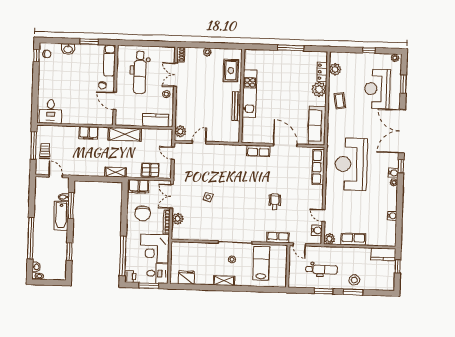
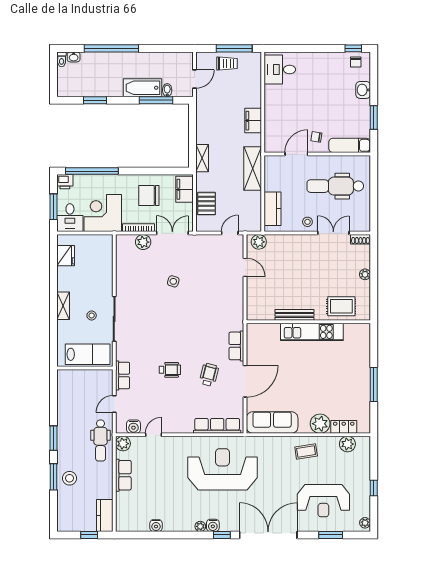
reception desk: (377, 89) -> (323, 501), turned 180
wheelchair: (279, 172) -> (209, 375), added
wall: (288, 266) -> (85, 368), moved
dental chair: (322, 269) -> (101, 440), moved

